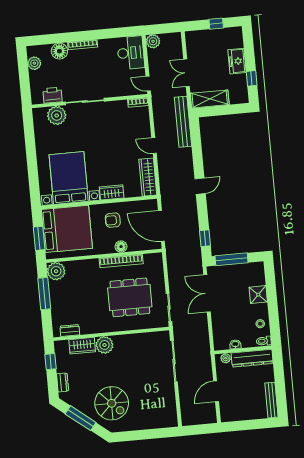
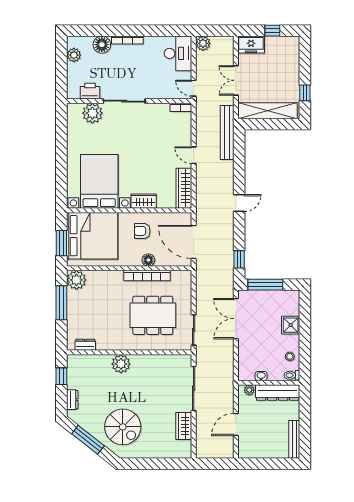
freezer: (237, 61) -> (251, 45), moved, turned -90
shelving: (210, 99) -> (267, 111), width x1.47
wardrobe: (82, 346) -> (184, 426), moved, turned 90

